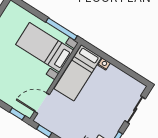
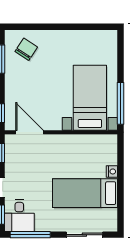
bed: (78, 73) -> (85, 193), moved

